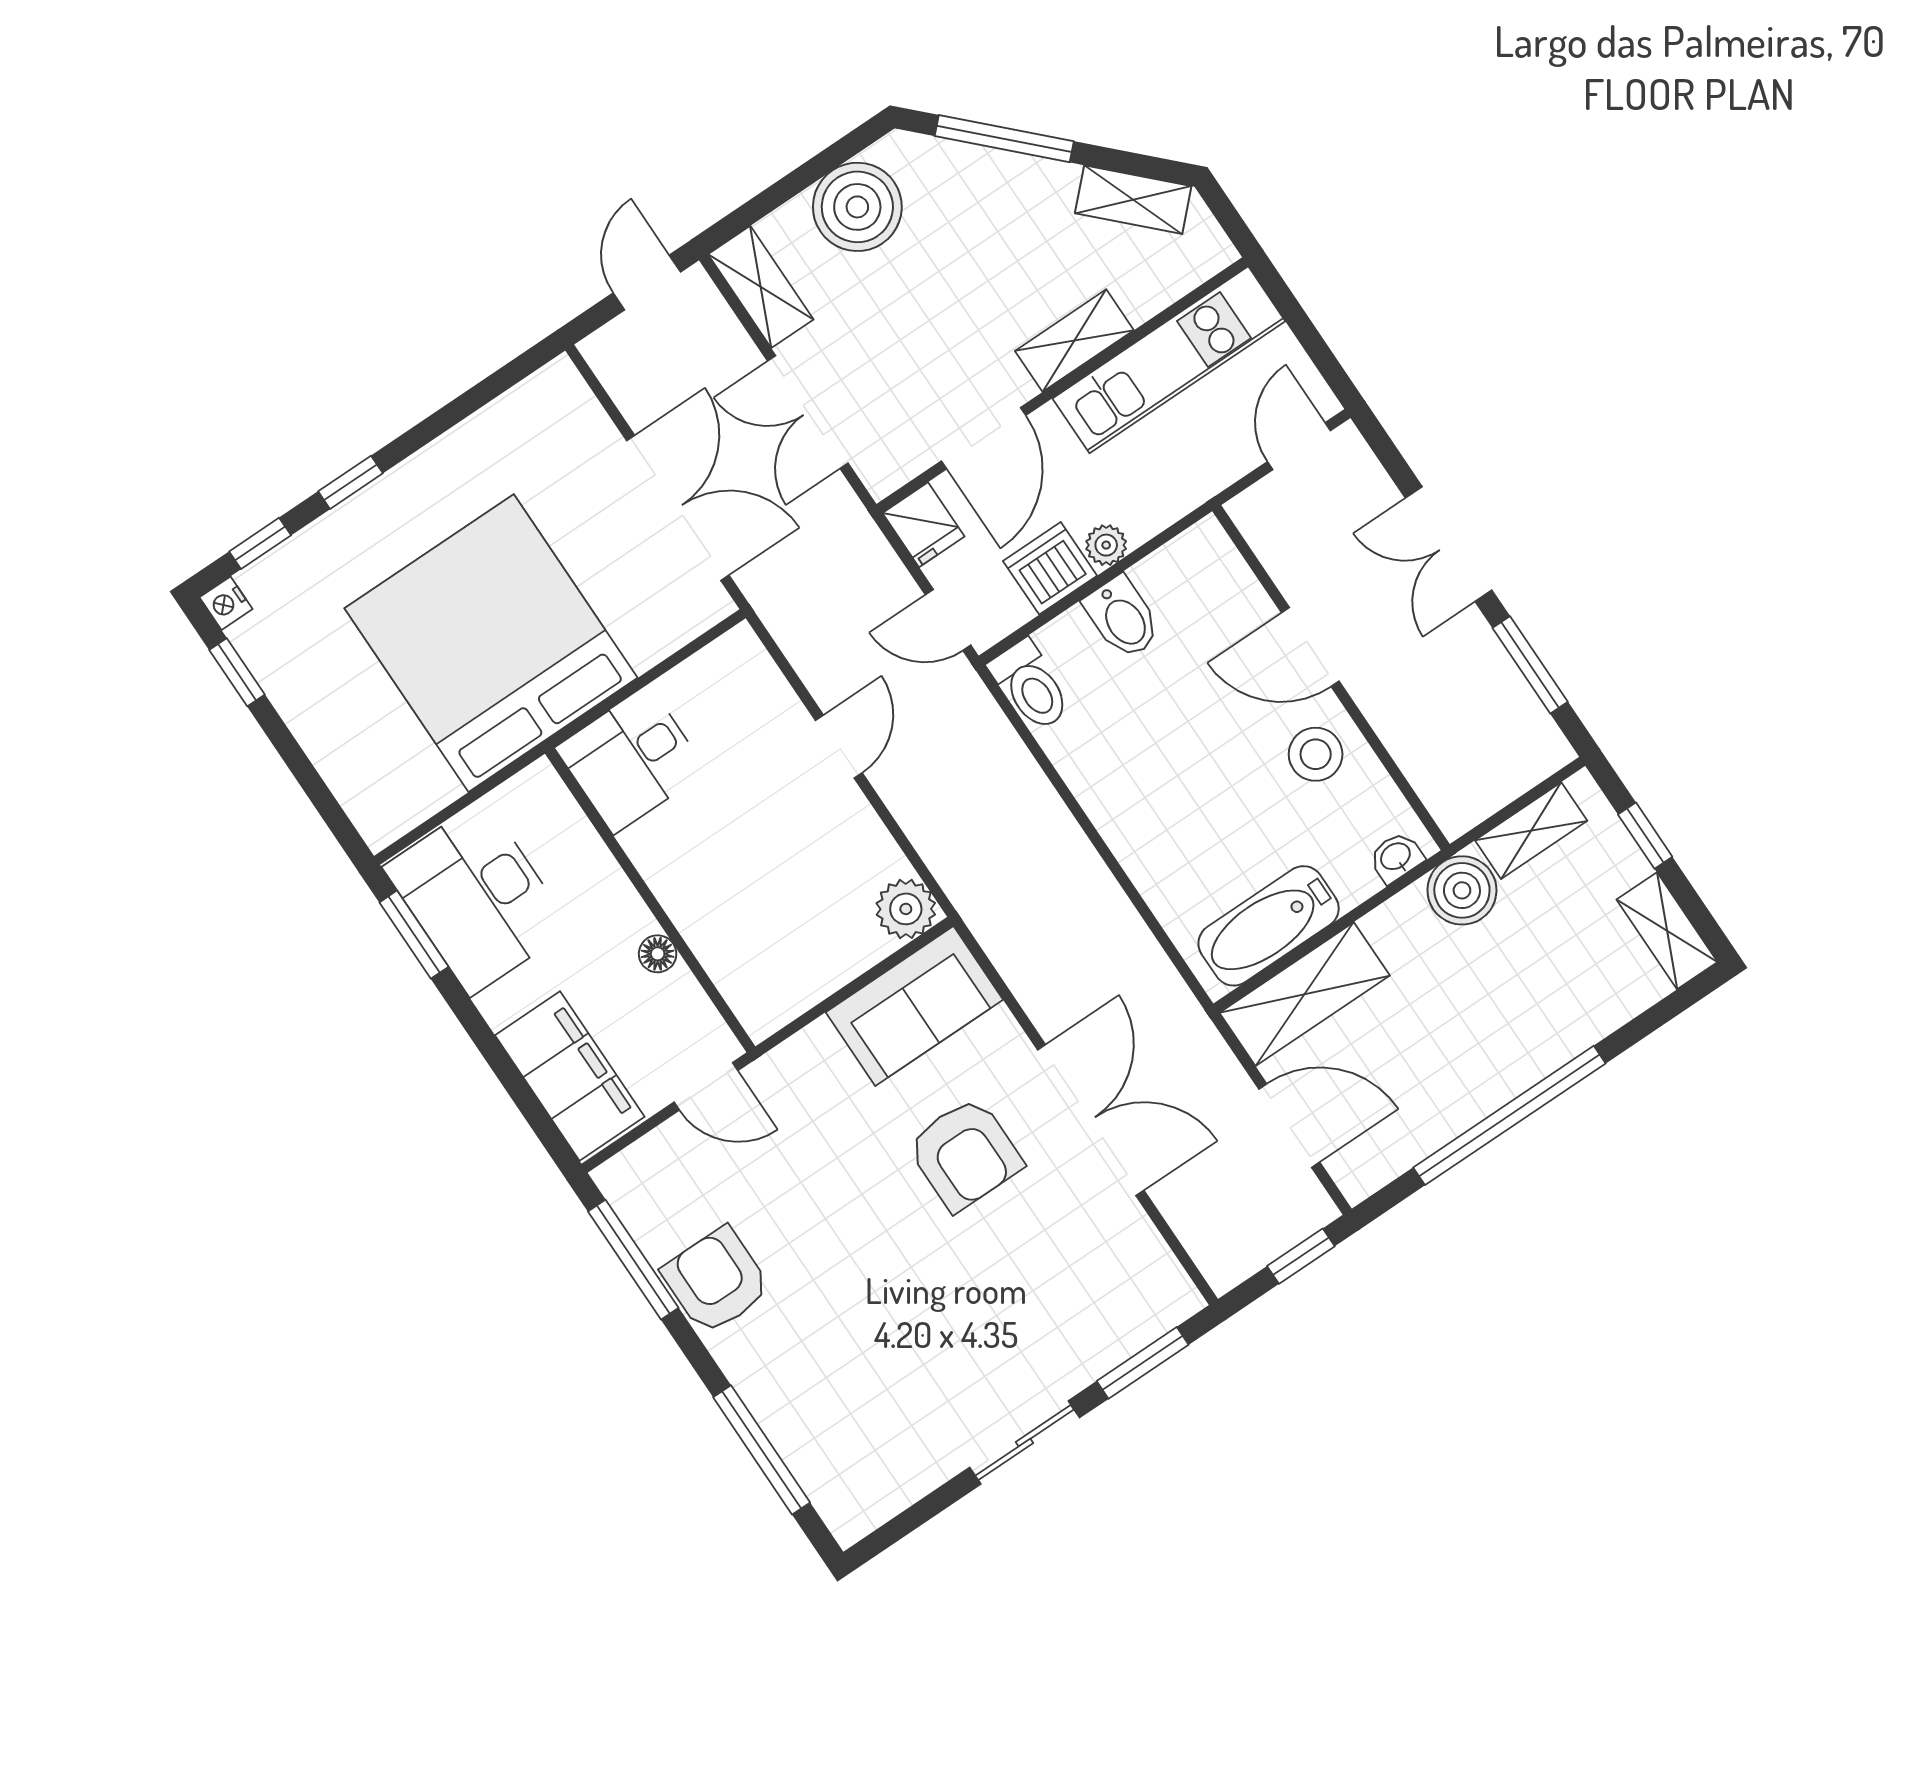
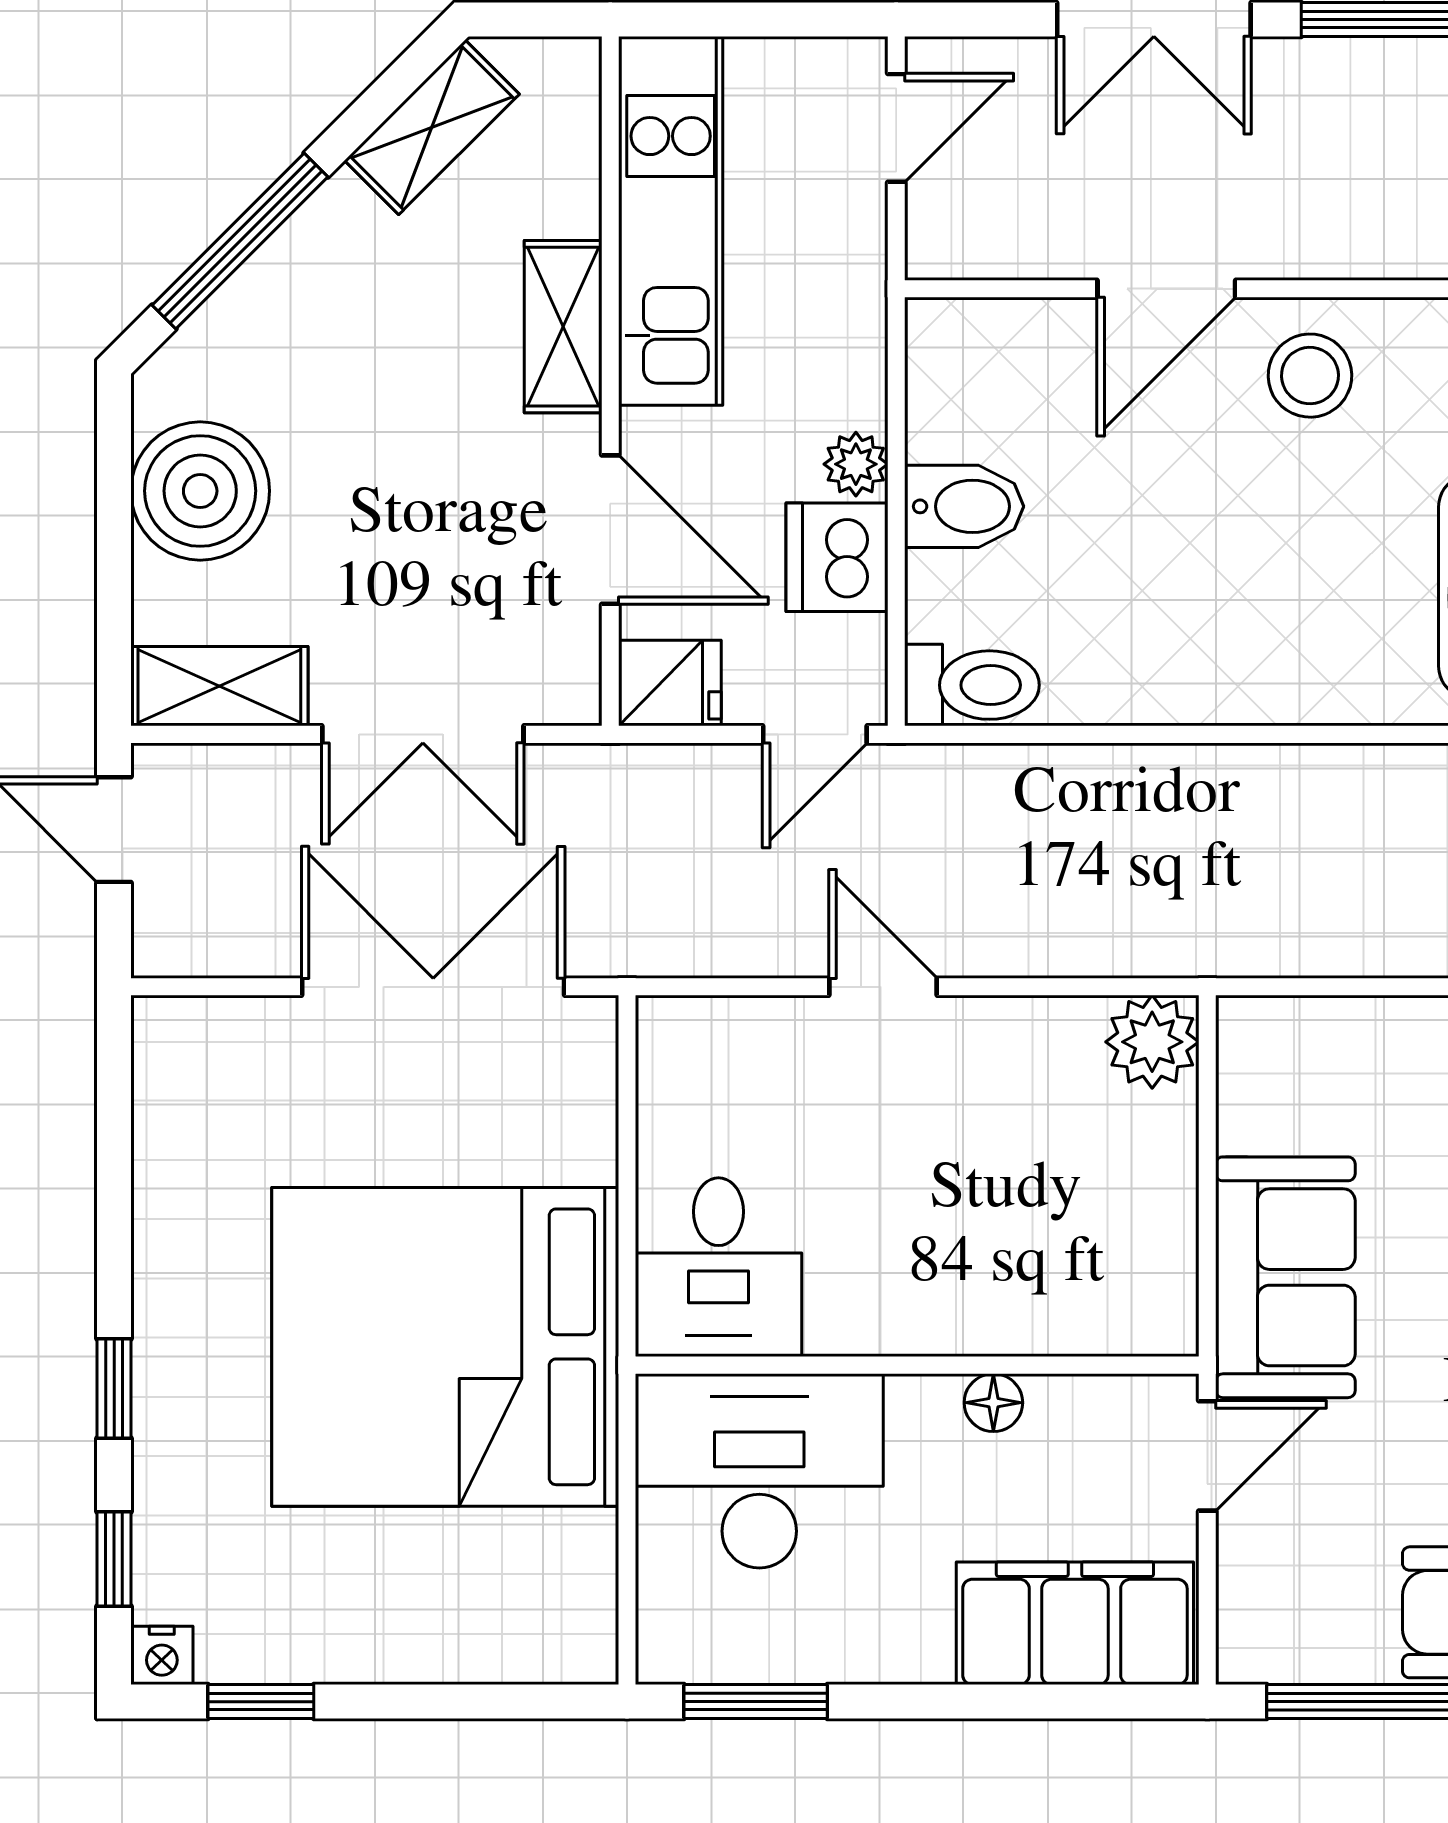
door: (1299, 446) -> (896, 128), swing flipped
desk: (477, 898) -> (759, 1471), moved, turned 180
sofa: (914, 1006) -> (1285, 1277), moved

